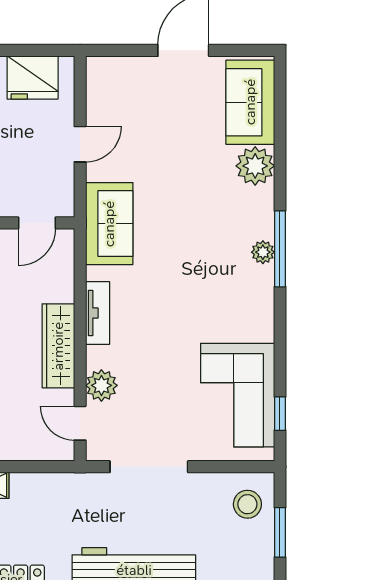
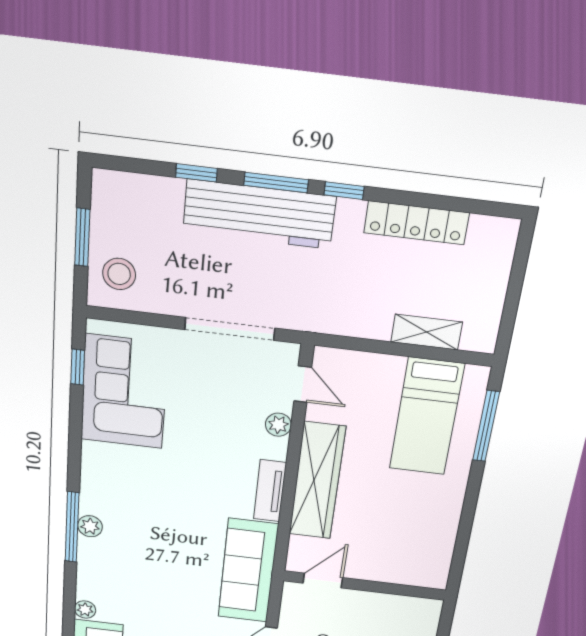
plant: (255, 166) -> (85, 610), width x0.53, depth x0.53
sofa: (109, 224) -> (248, 571), width x1.36
wardrobe: (58, 346) -> (317, 481), width x1.40, depth x1.17
plant: (101, 385) -> (278, 425), width x0.73, depth x0.73

